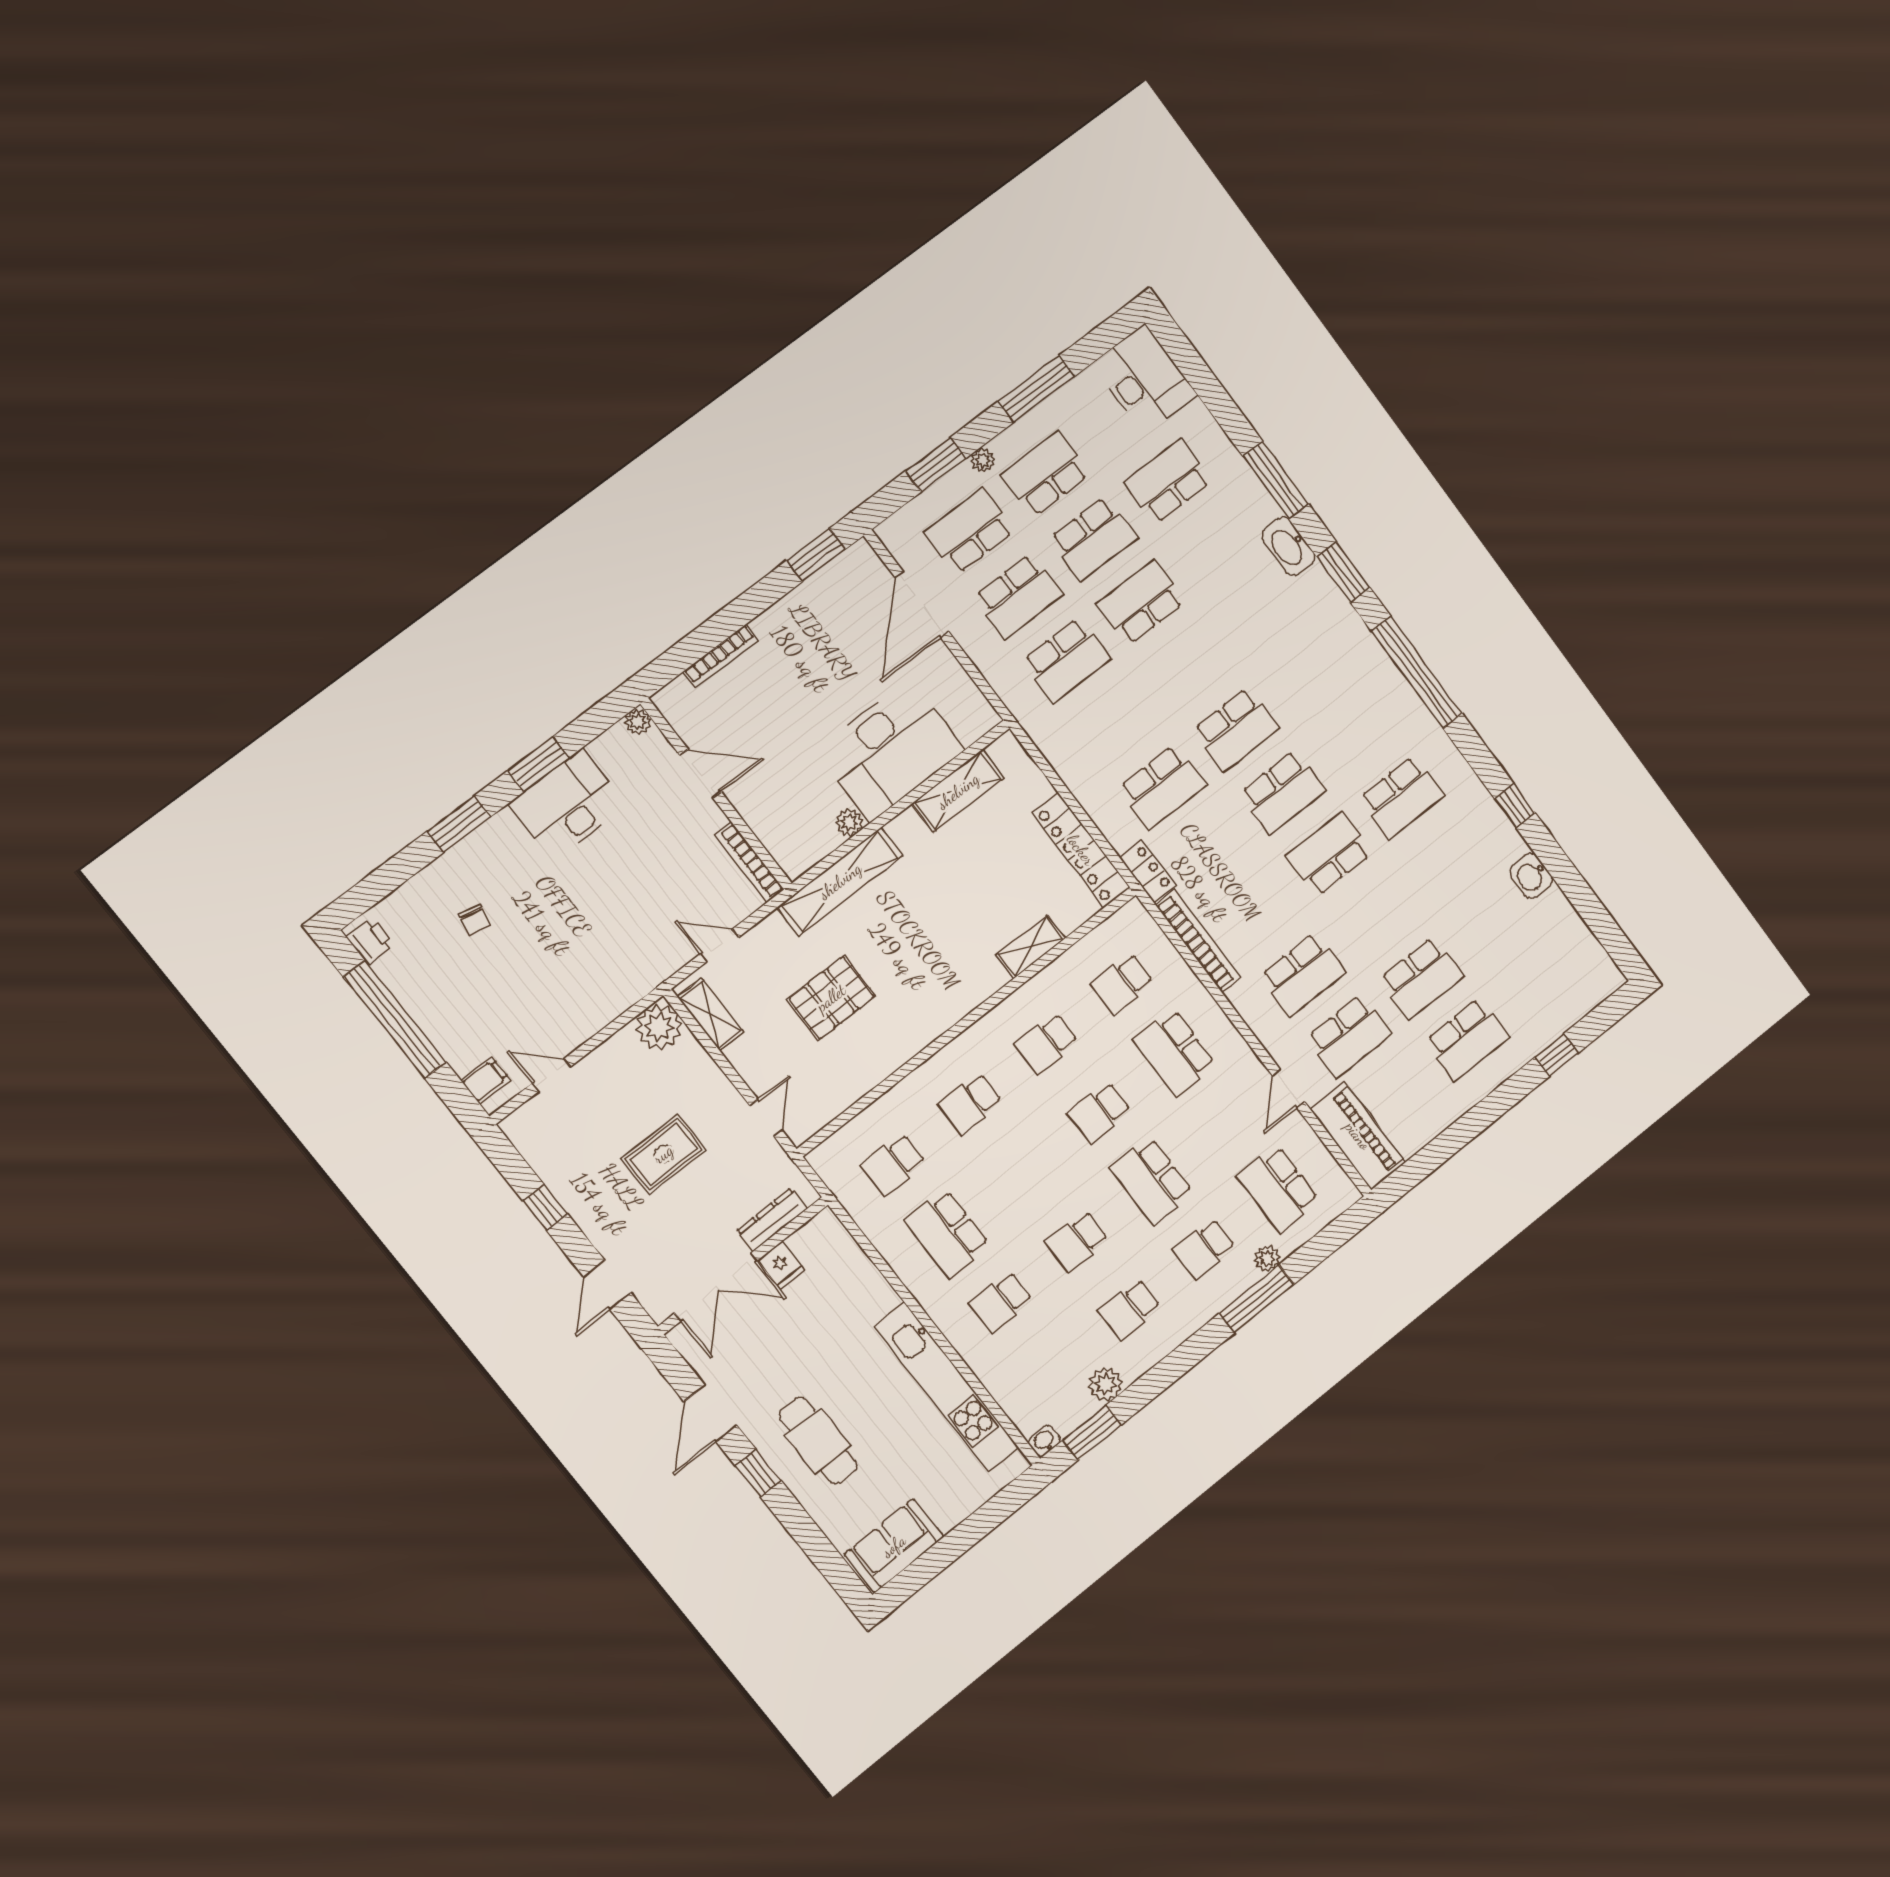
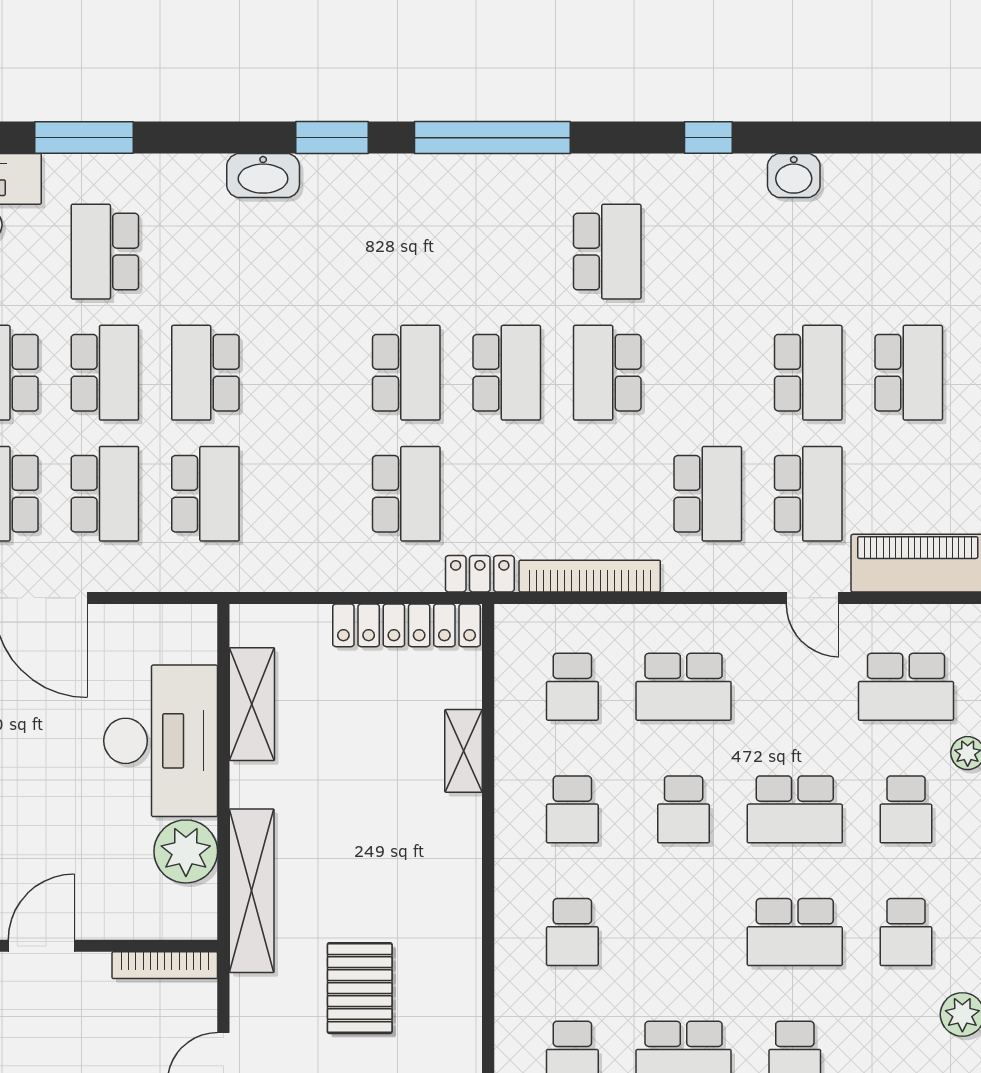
window: (1276, 480) -> (84, 138), moved
plant: (849, 822) -> (186, 851), width x1.88, depth x1.88
school desk: (1077, 1241) -> (795, 932), width x1.85

